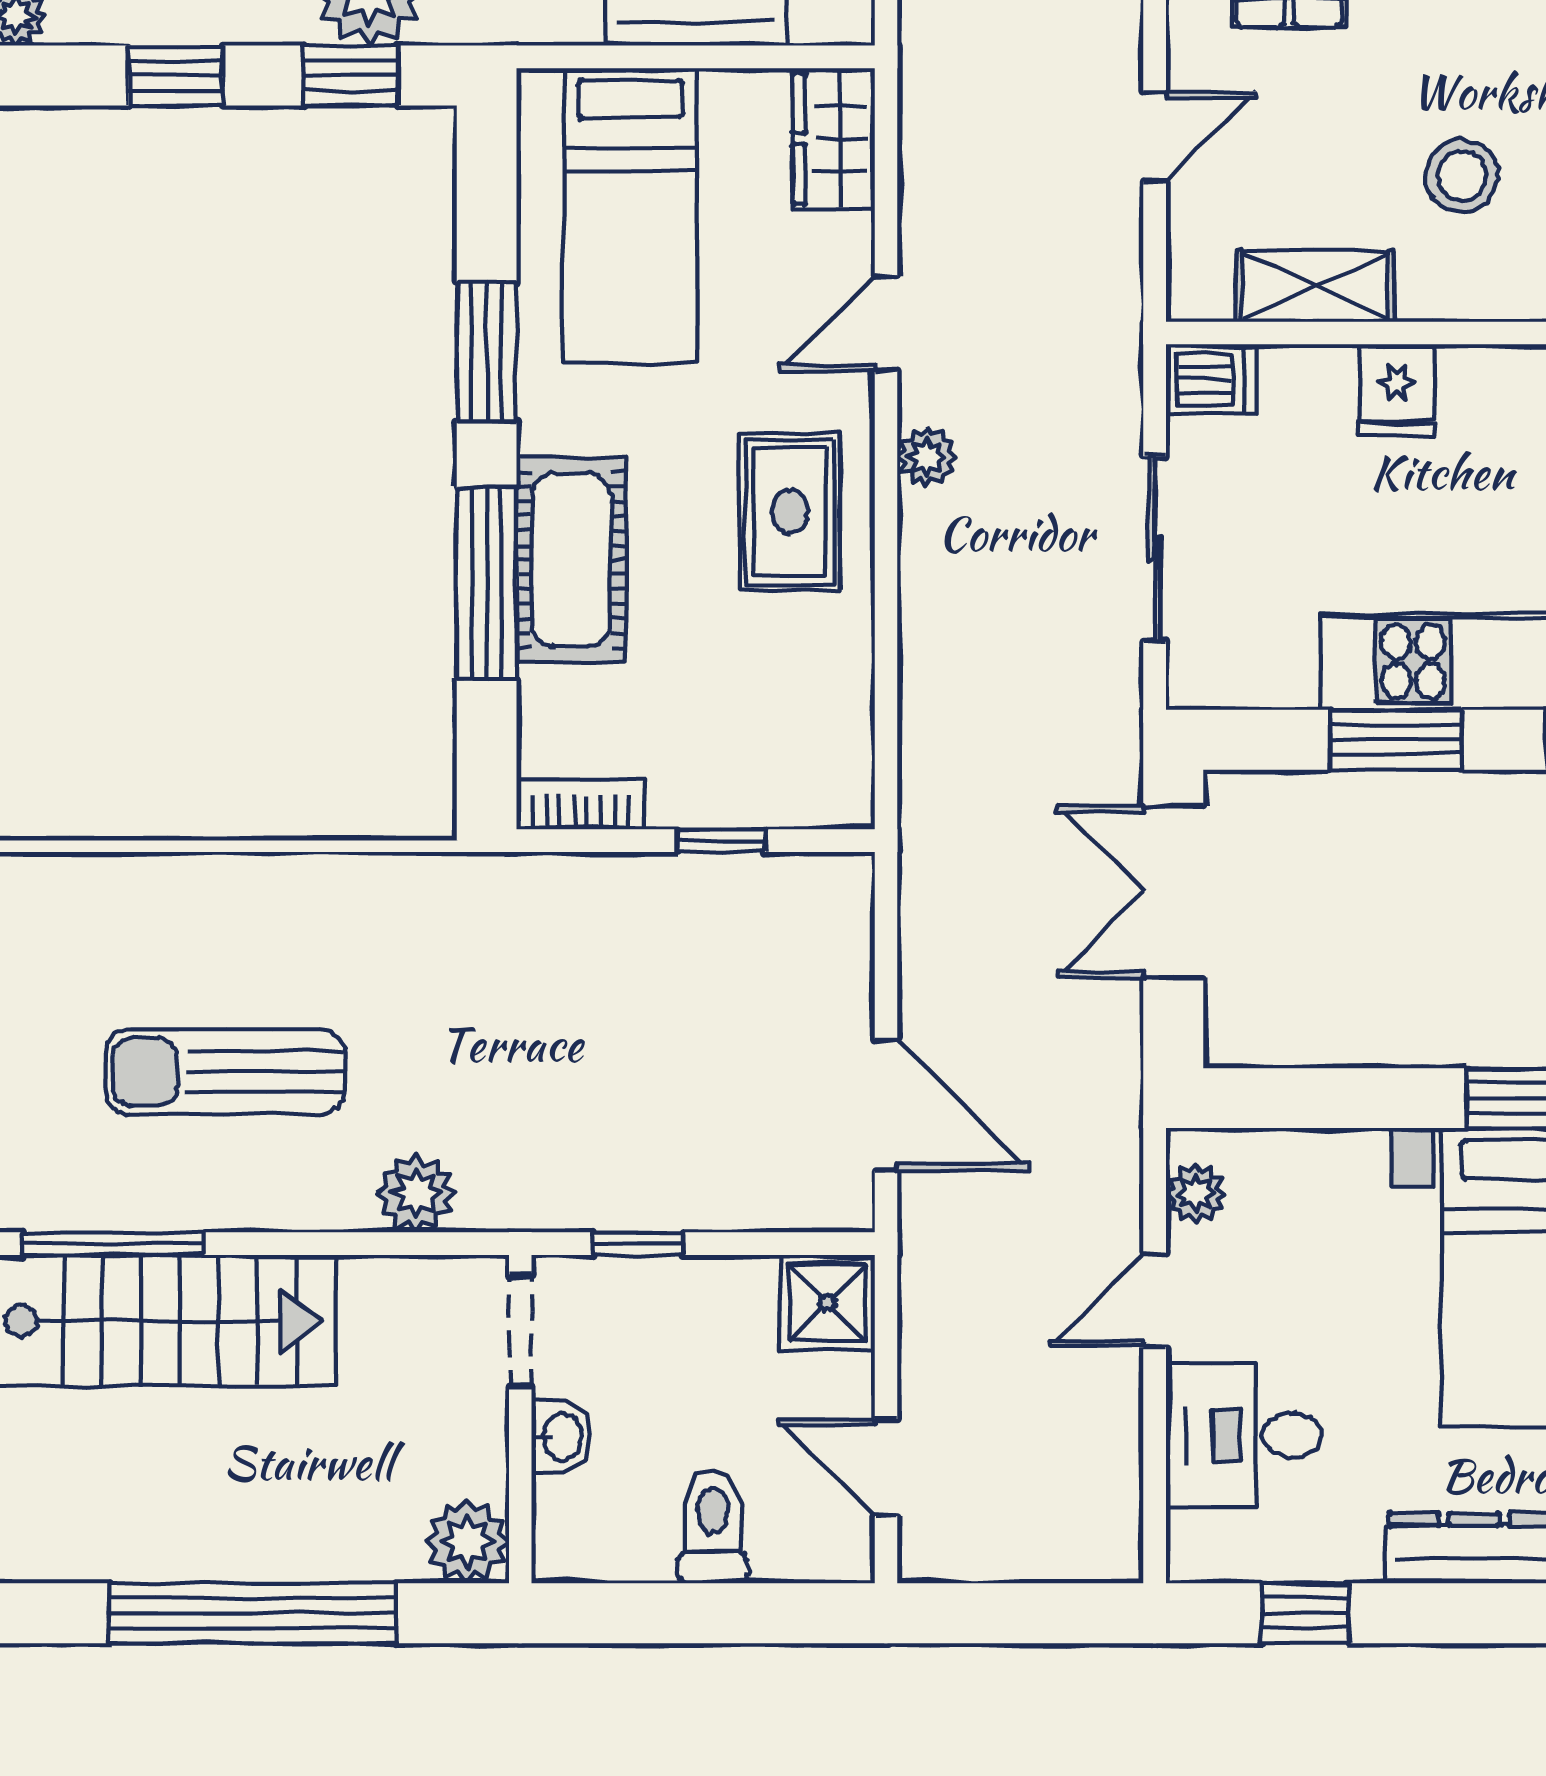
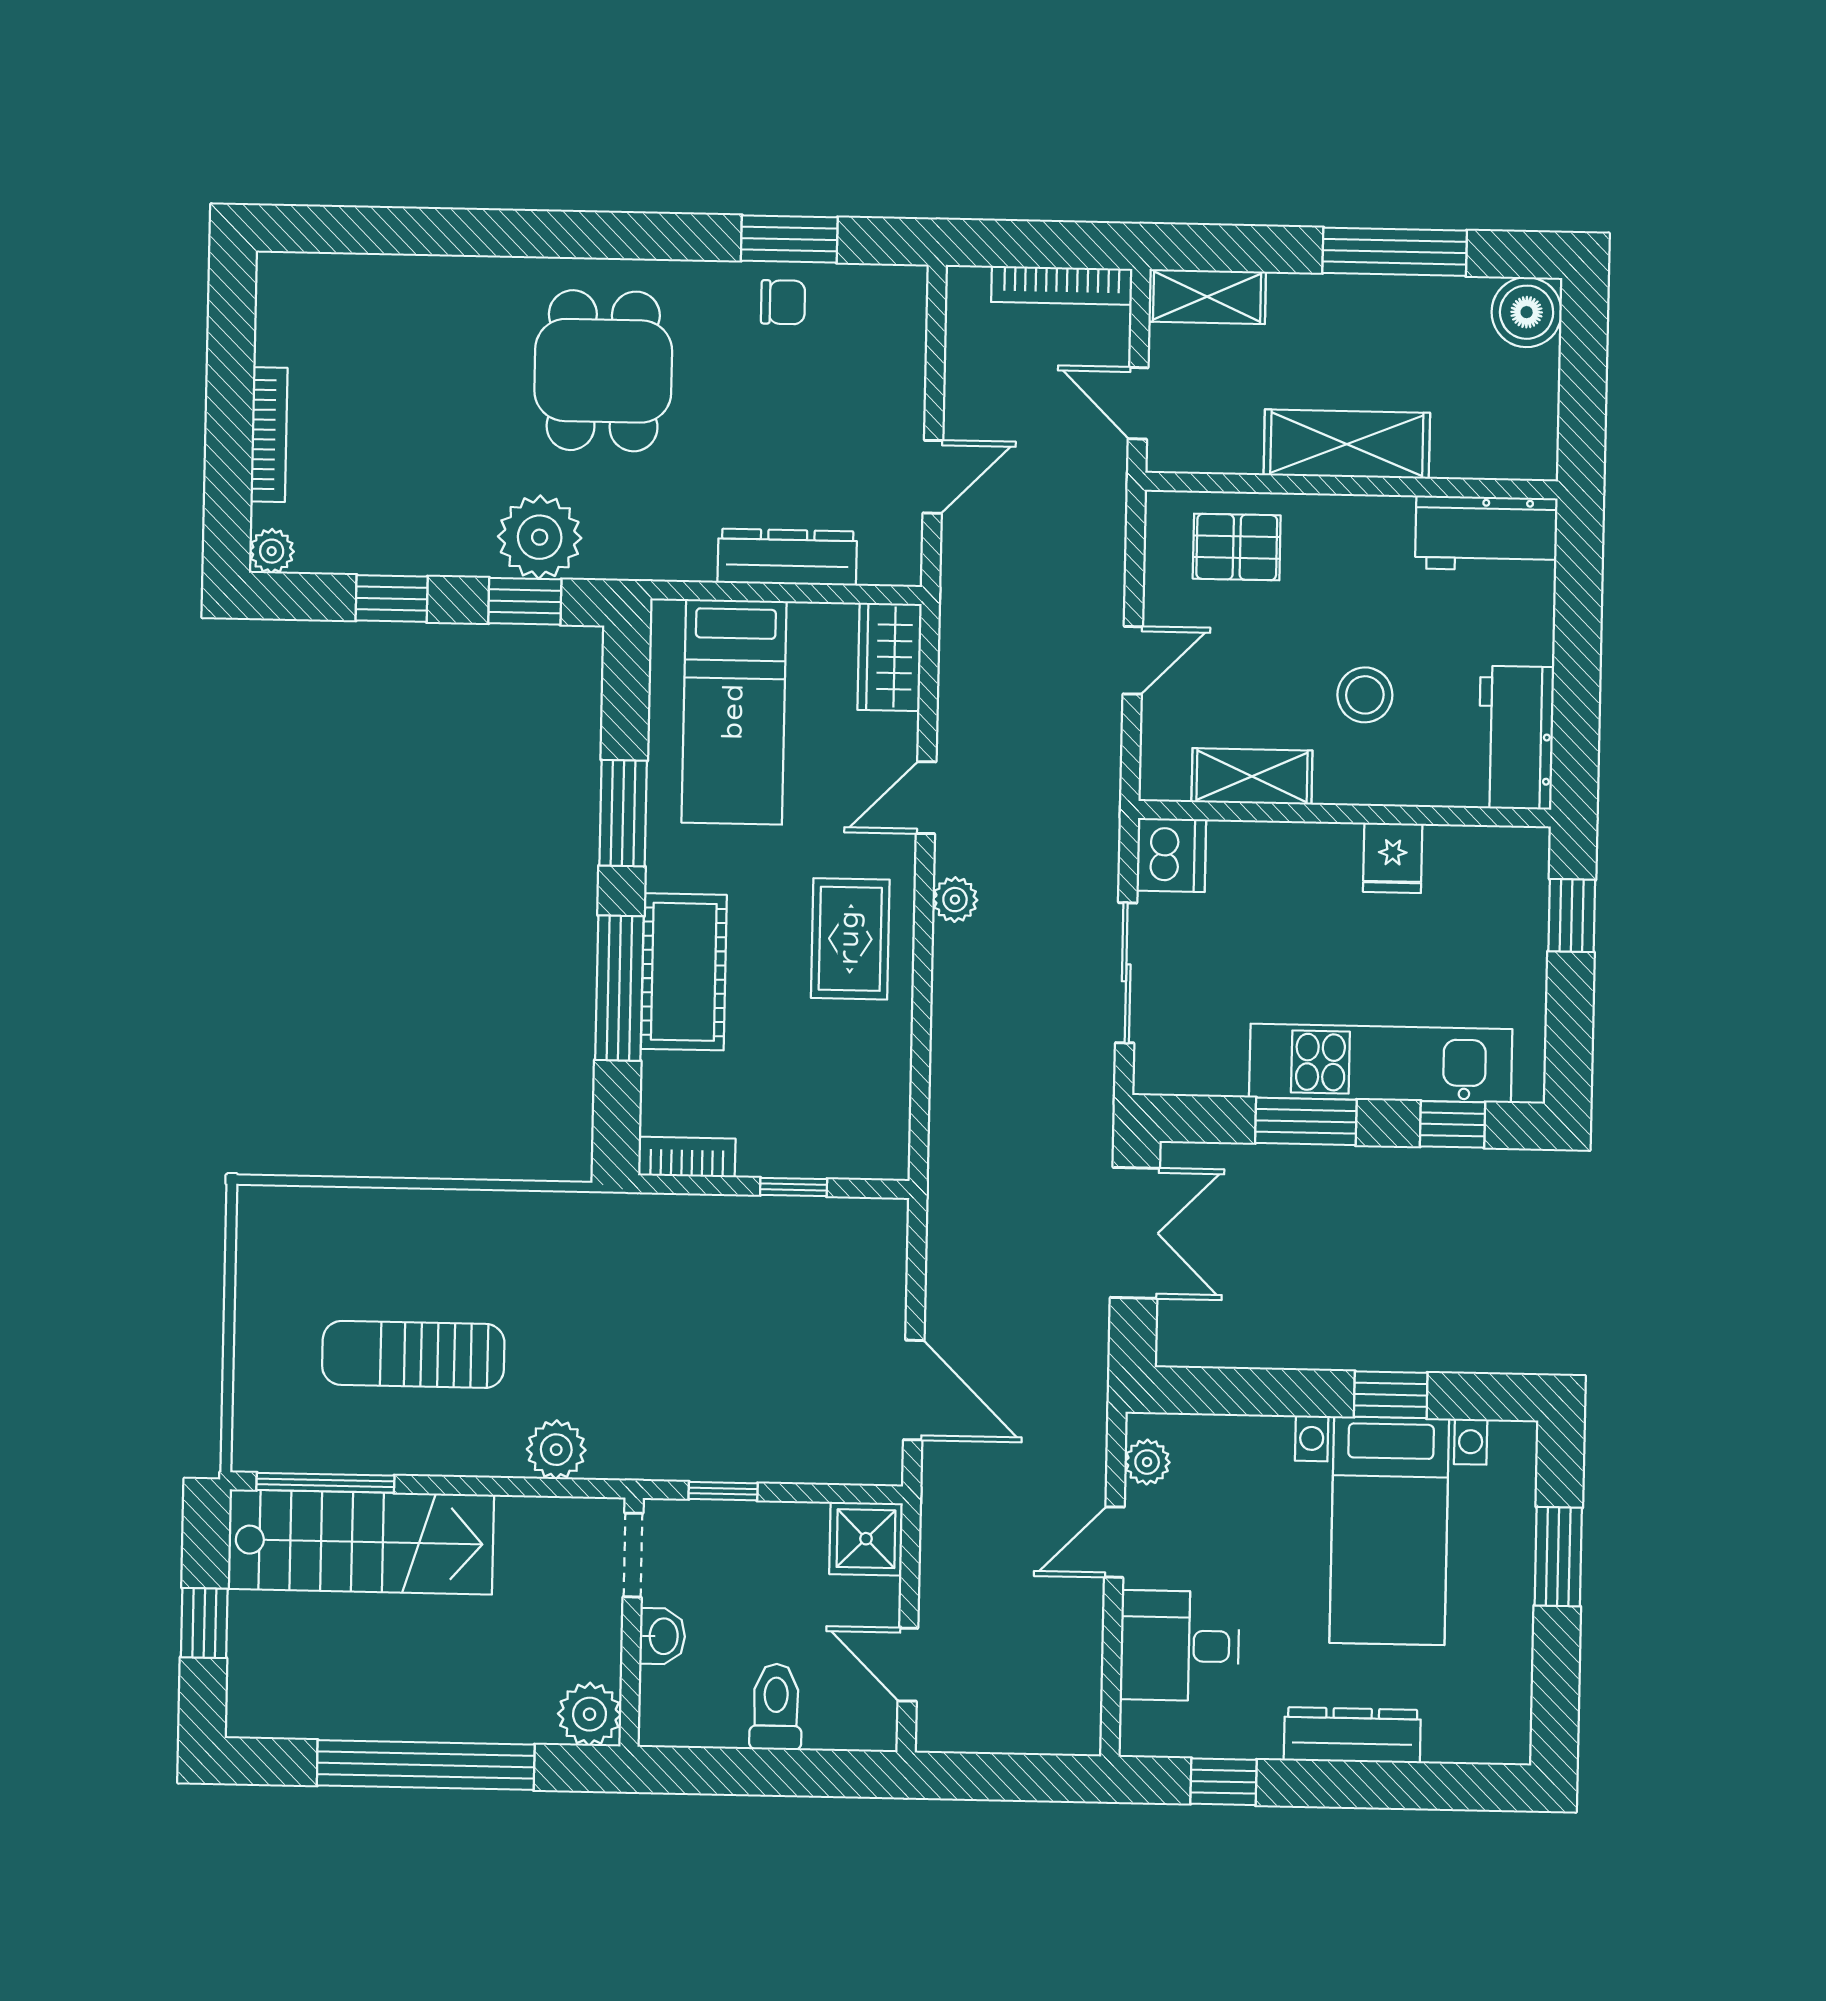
dishwasher: (1211, 379) -> (1171, 855), width x1.38
fridge: (1396, 390) -> (1393, 858), moved
double door: (1173, 892) -> (1135, 1233), swing flipped

